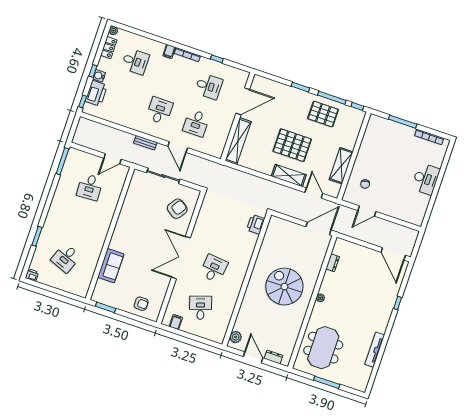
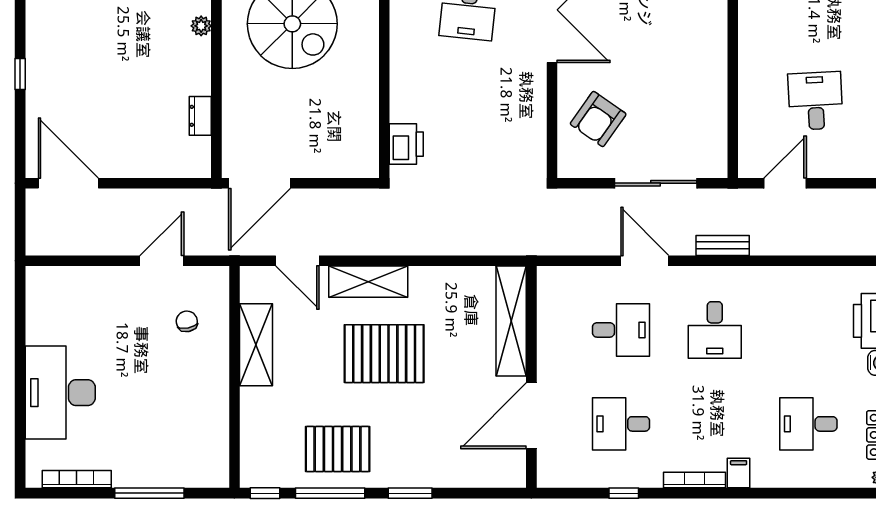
desk: (196, 123) -> (621, 330), turned 90
desk: (426, 179) -> (60, 393), width x1.36, depth x1.30

